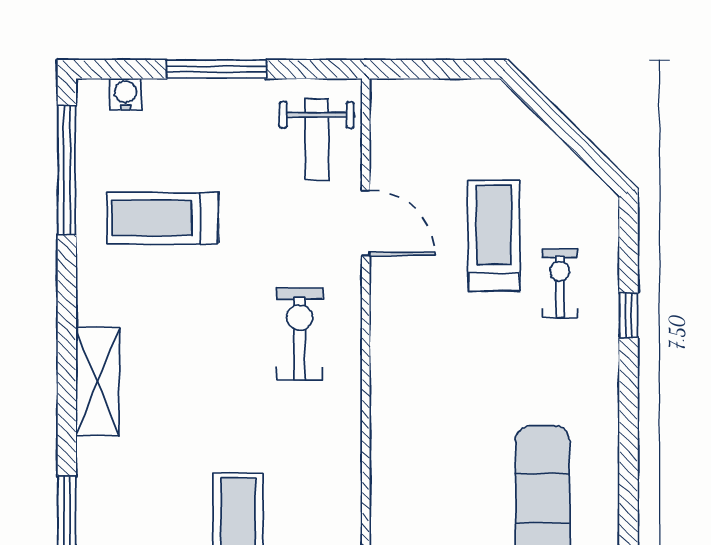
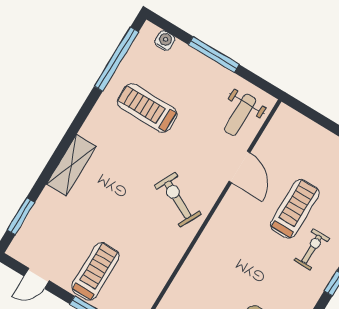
exercise bike: (300, 334) -> (178, 200), turned -63

